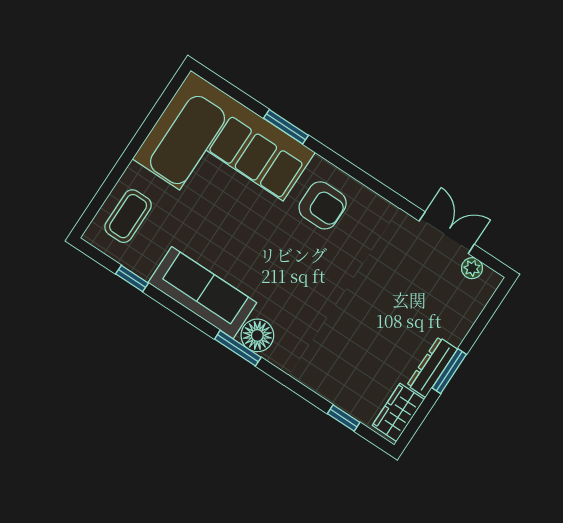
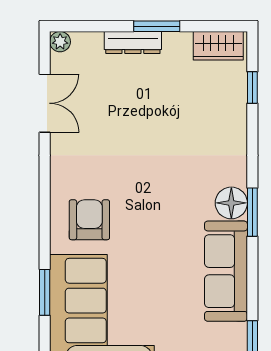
double door: (447, 233) -> (45, 103), swing flipped
plant: (472, 268) -> (60, 42), moved
dresser: (432, 367) -> (133, 43), moved

